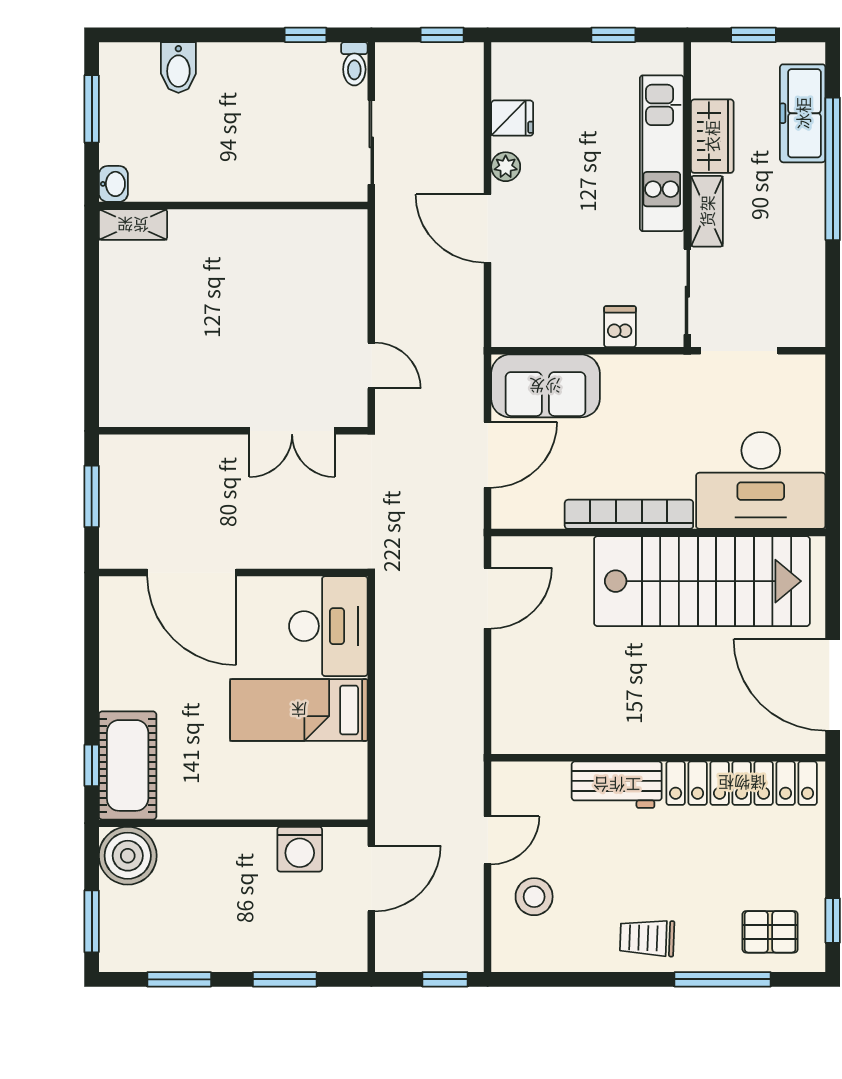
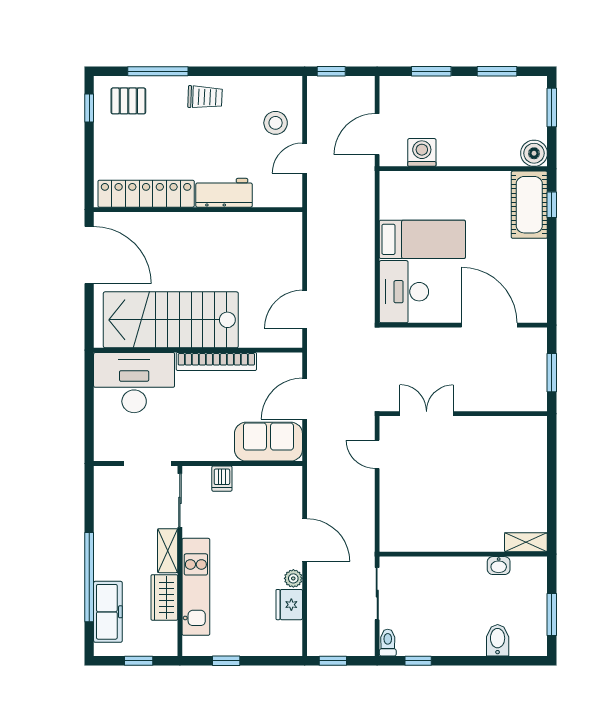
fridge: (512, 118) -> (289, 605), width x1.38
washbasin: (113, 184) -> (499, 566), moved, turned -90
boiler: (128, 856) -> (534, 153), width x0.73, depth x0.73

